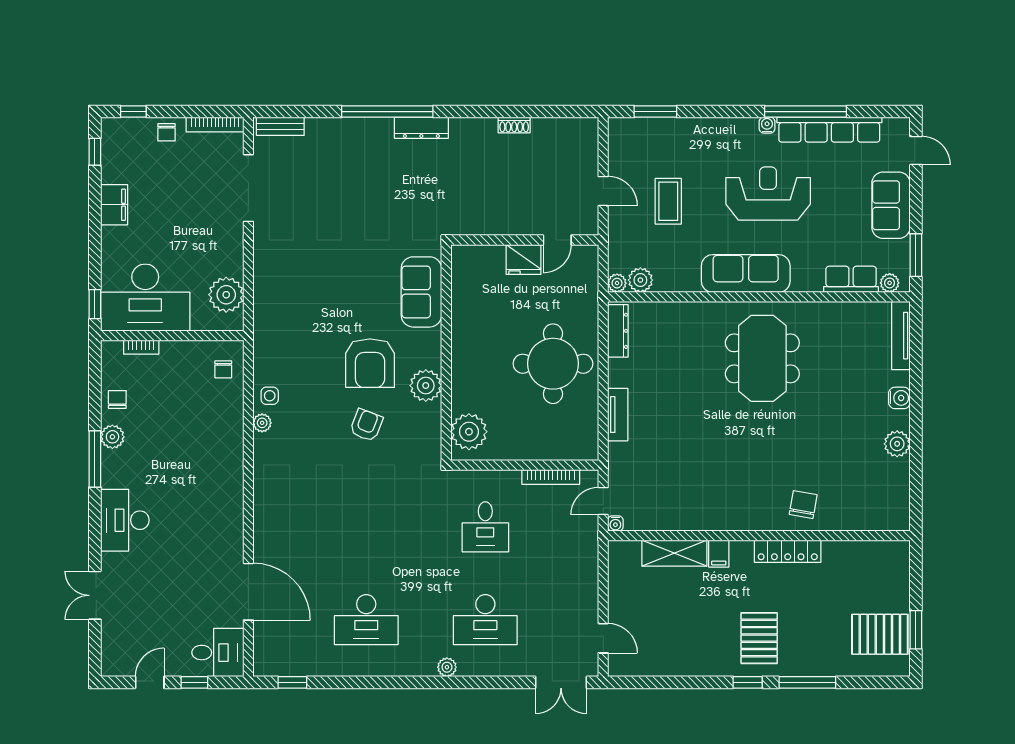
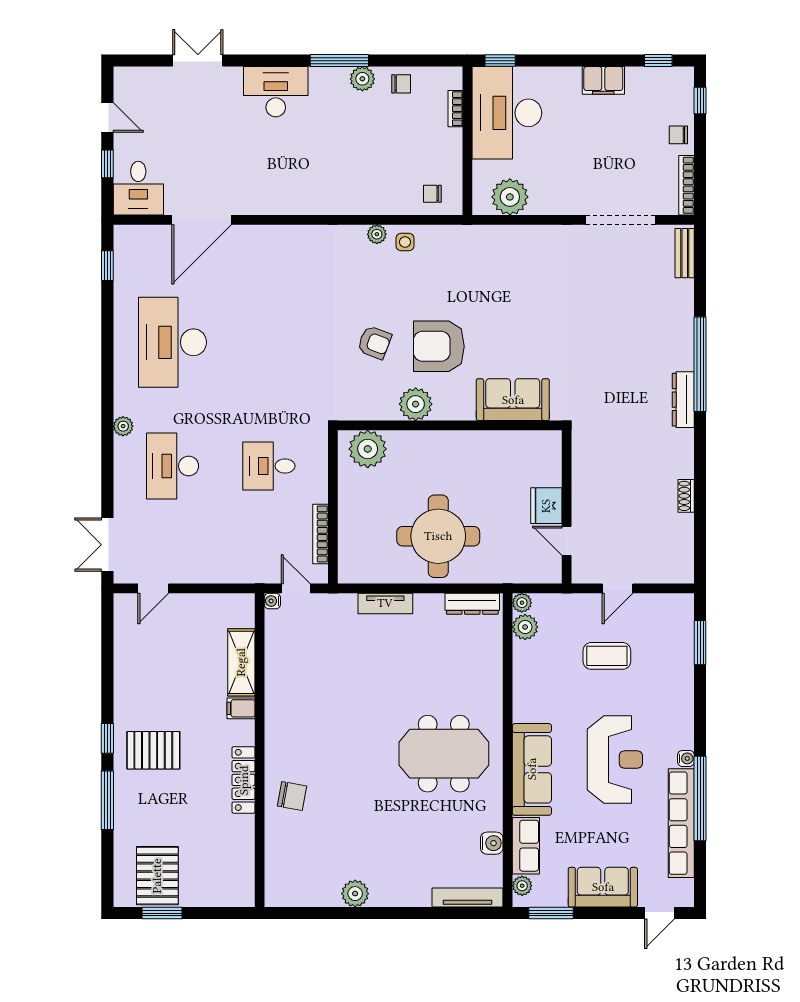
sofa: (746, 274) -> (532, 769), moved
water cooler: (899, 398) -> (492, 843), moved, turned -90
desk: (366, 620) -> (172, 342), width x1.36, depth x1.30

